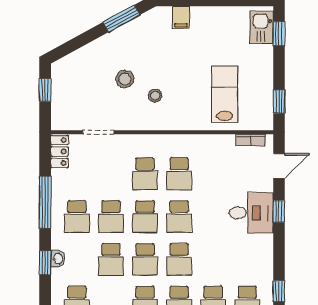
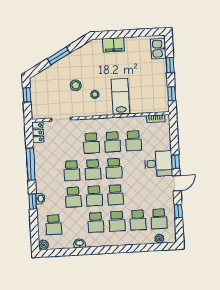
filing cabinet: (181, 17) -> (113, 45), width x2.00
window: (121, 19) -> (59, 56), moved
window: (279, 34) -> (170, 65), moved
lab bench: (225, 94) -> (120, 96), moved
door: (279, 166) -> (177, 183), moved
school desk: (77, 217) -> (133, 141), moved

